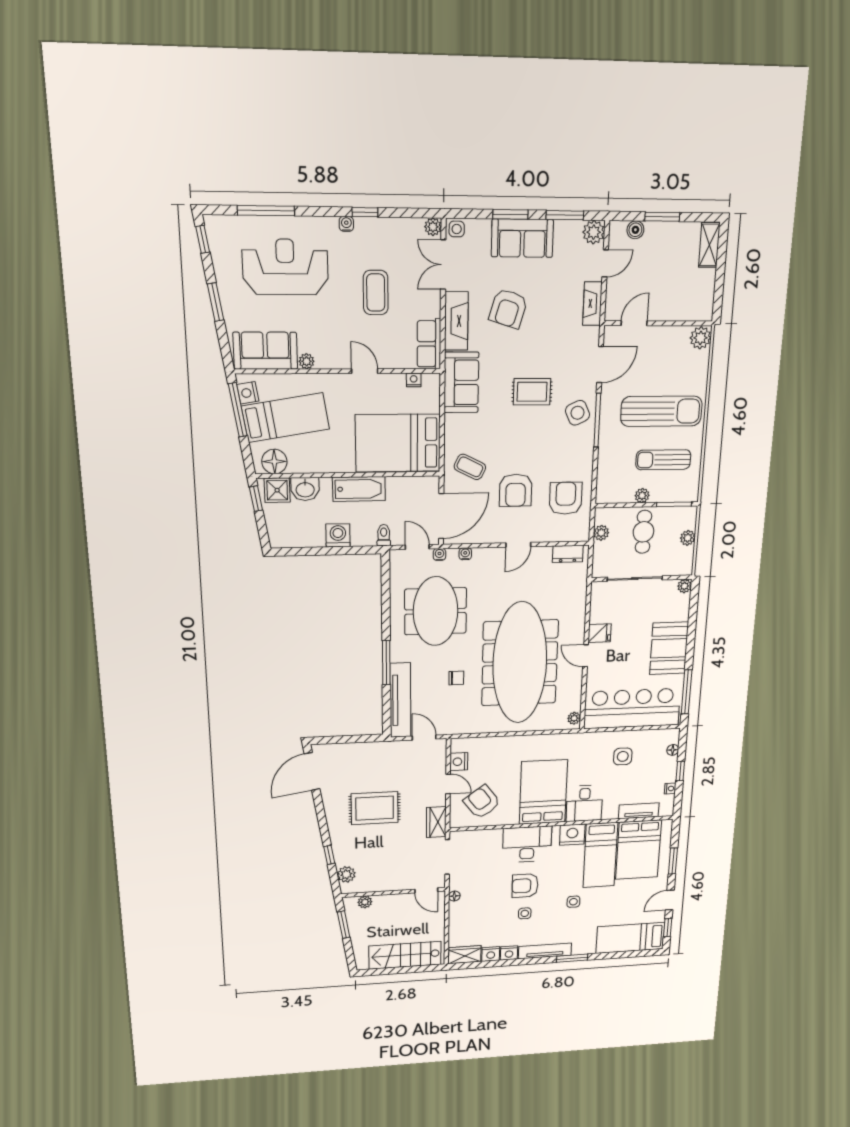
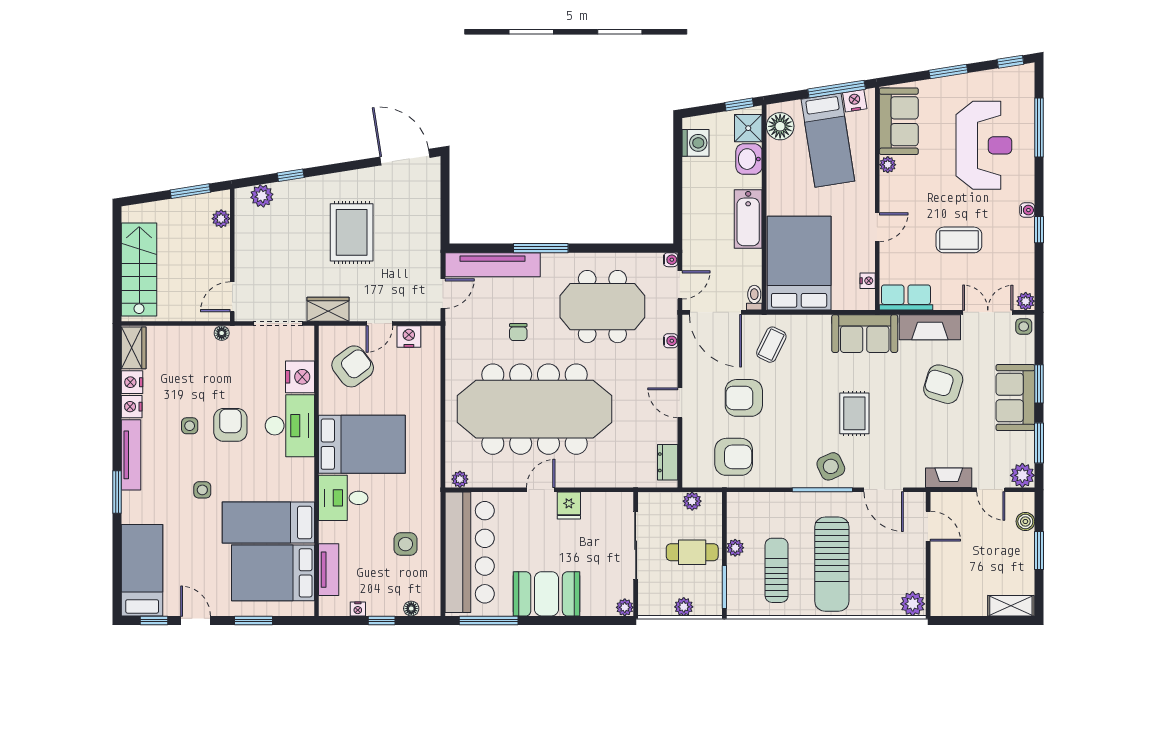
washing machine: (338, 535) -> (696, 143), moved
toilet: (384, 535) -> (754, 298), moved, turned -90
water cooler: (439, 554) -> (671, 260), moved
nightstand: (572, 835) -> (300, 377), moved

